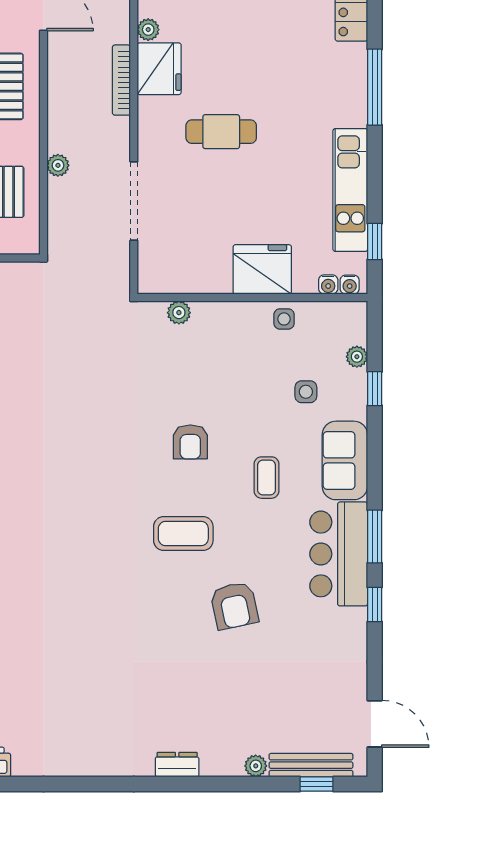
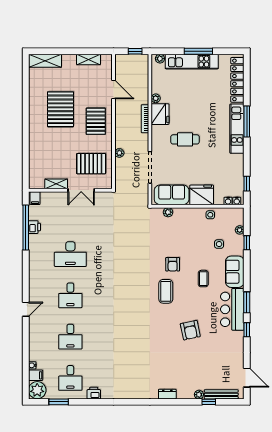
kitchen unit: (350, 190) -> (237, 129), moved
sofa: (188, 269) -> (172, 195), added
coffee table: (183, 534) -> (166, 291), moved, turned 90
window: (317, 784) -> (209, 402), moved

